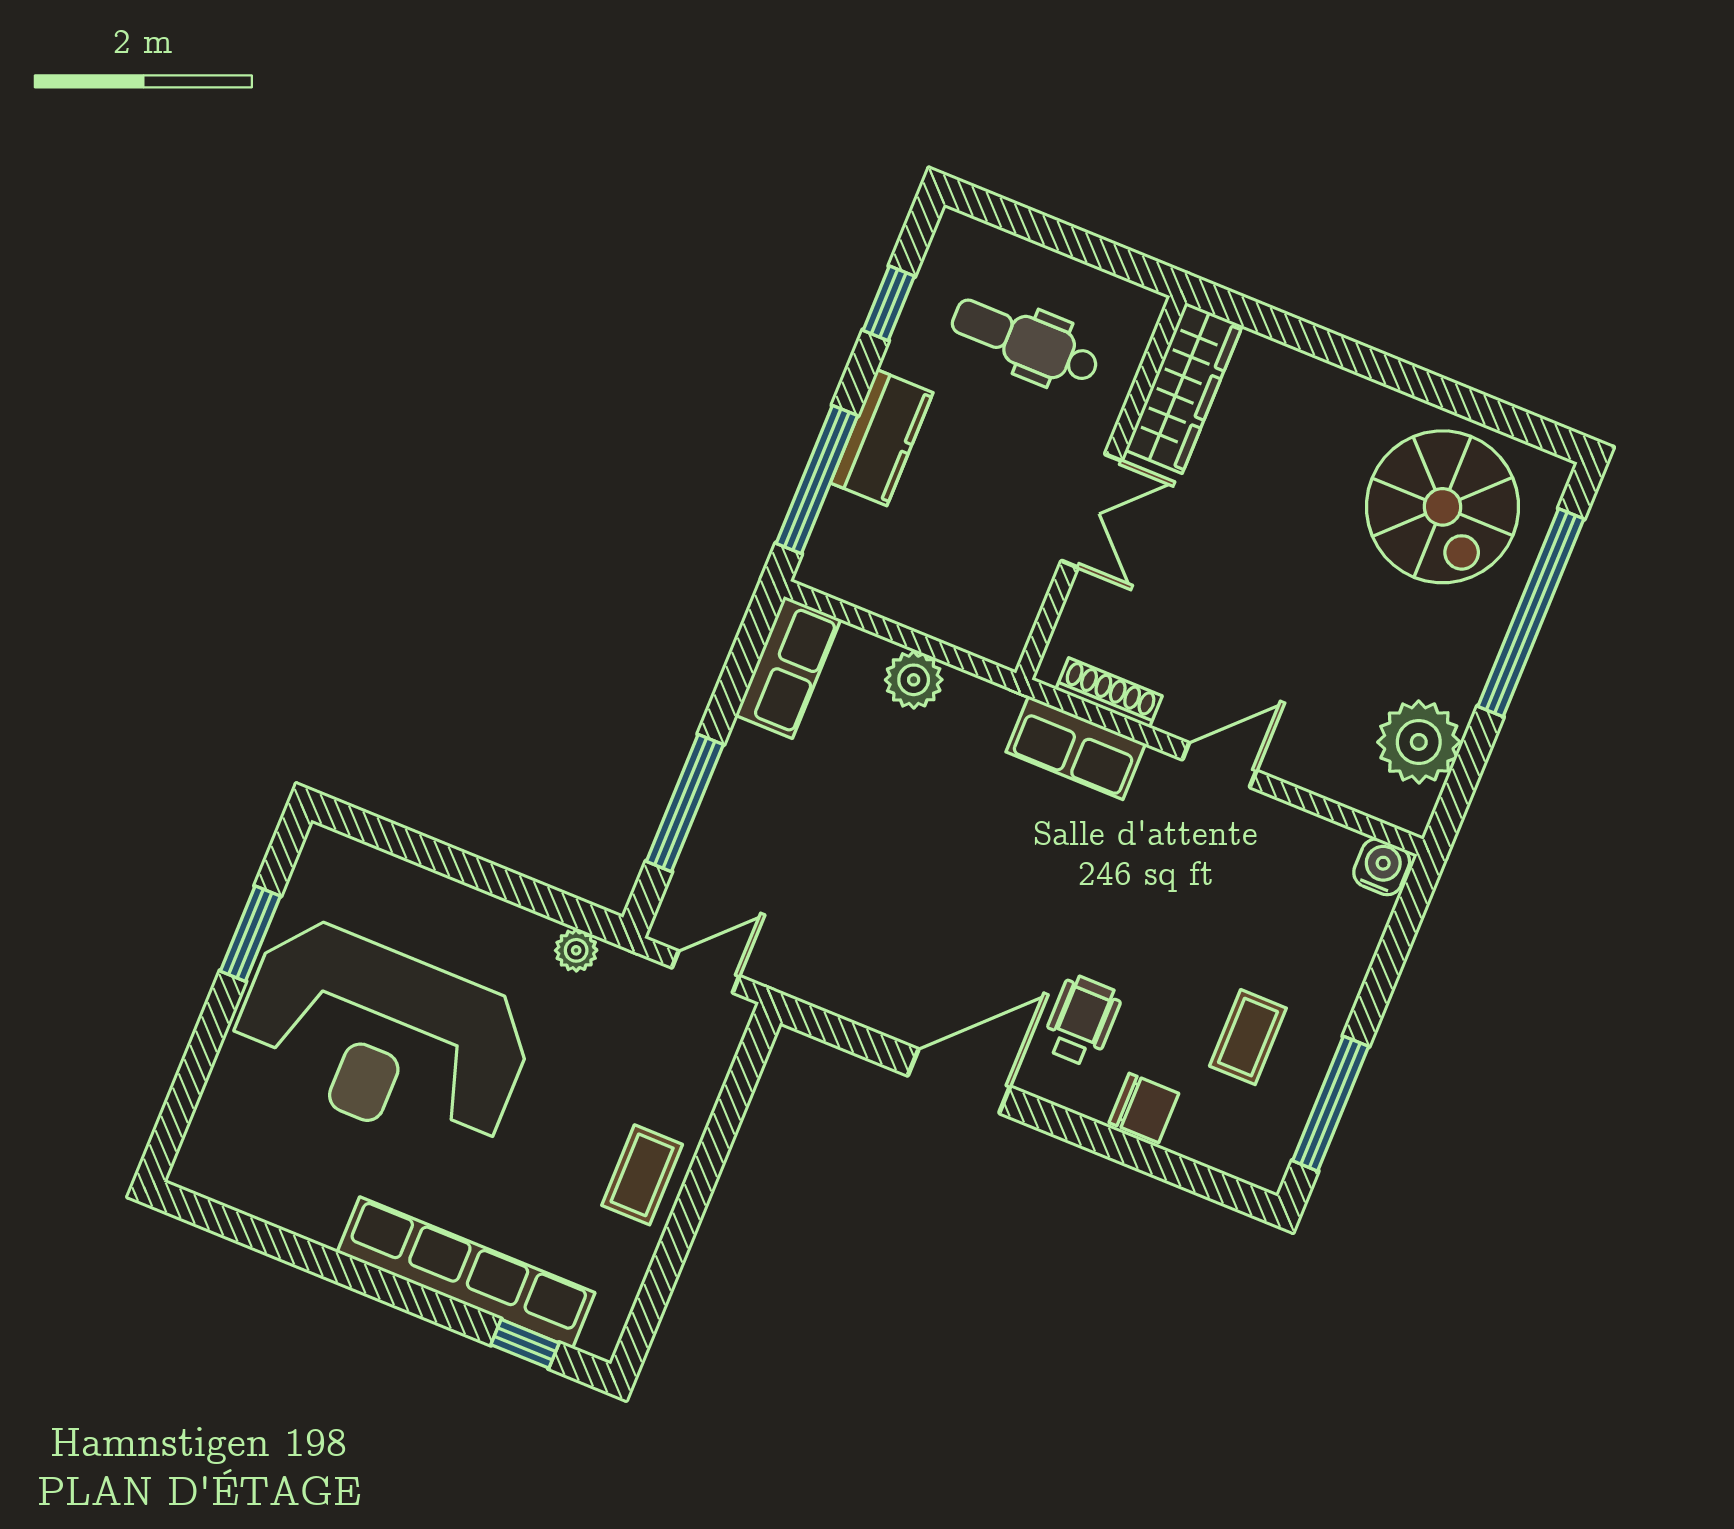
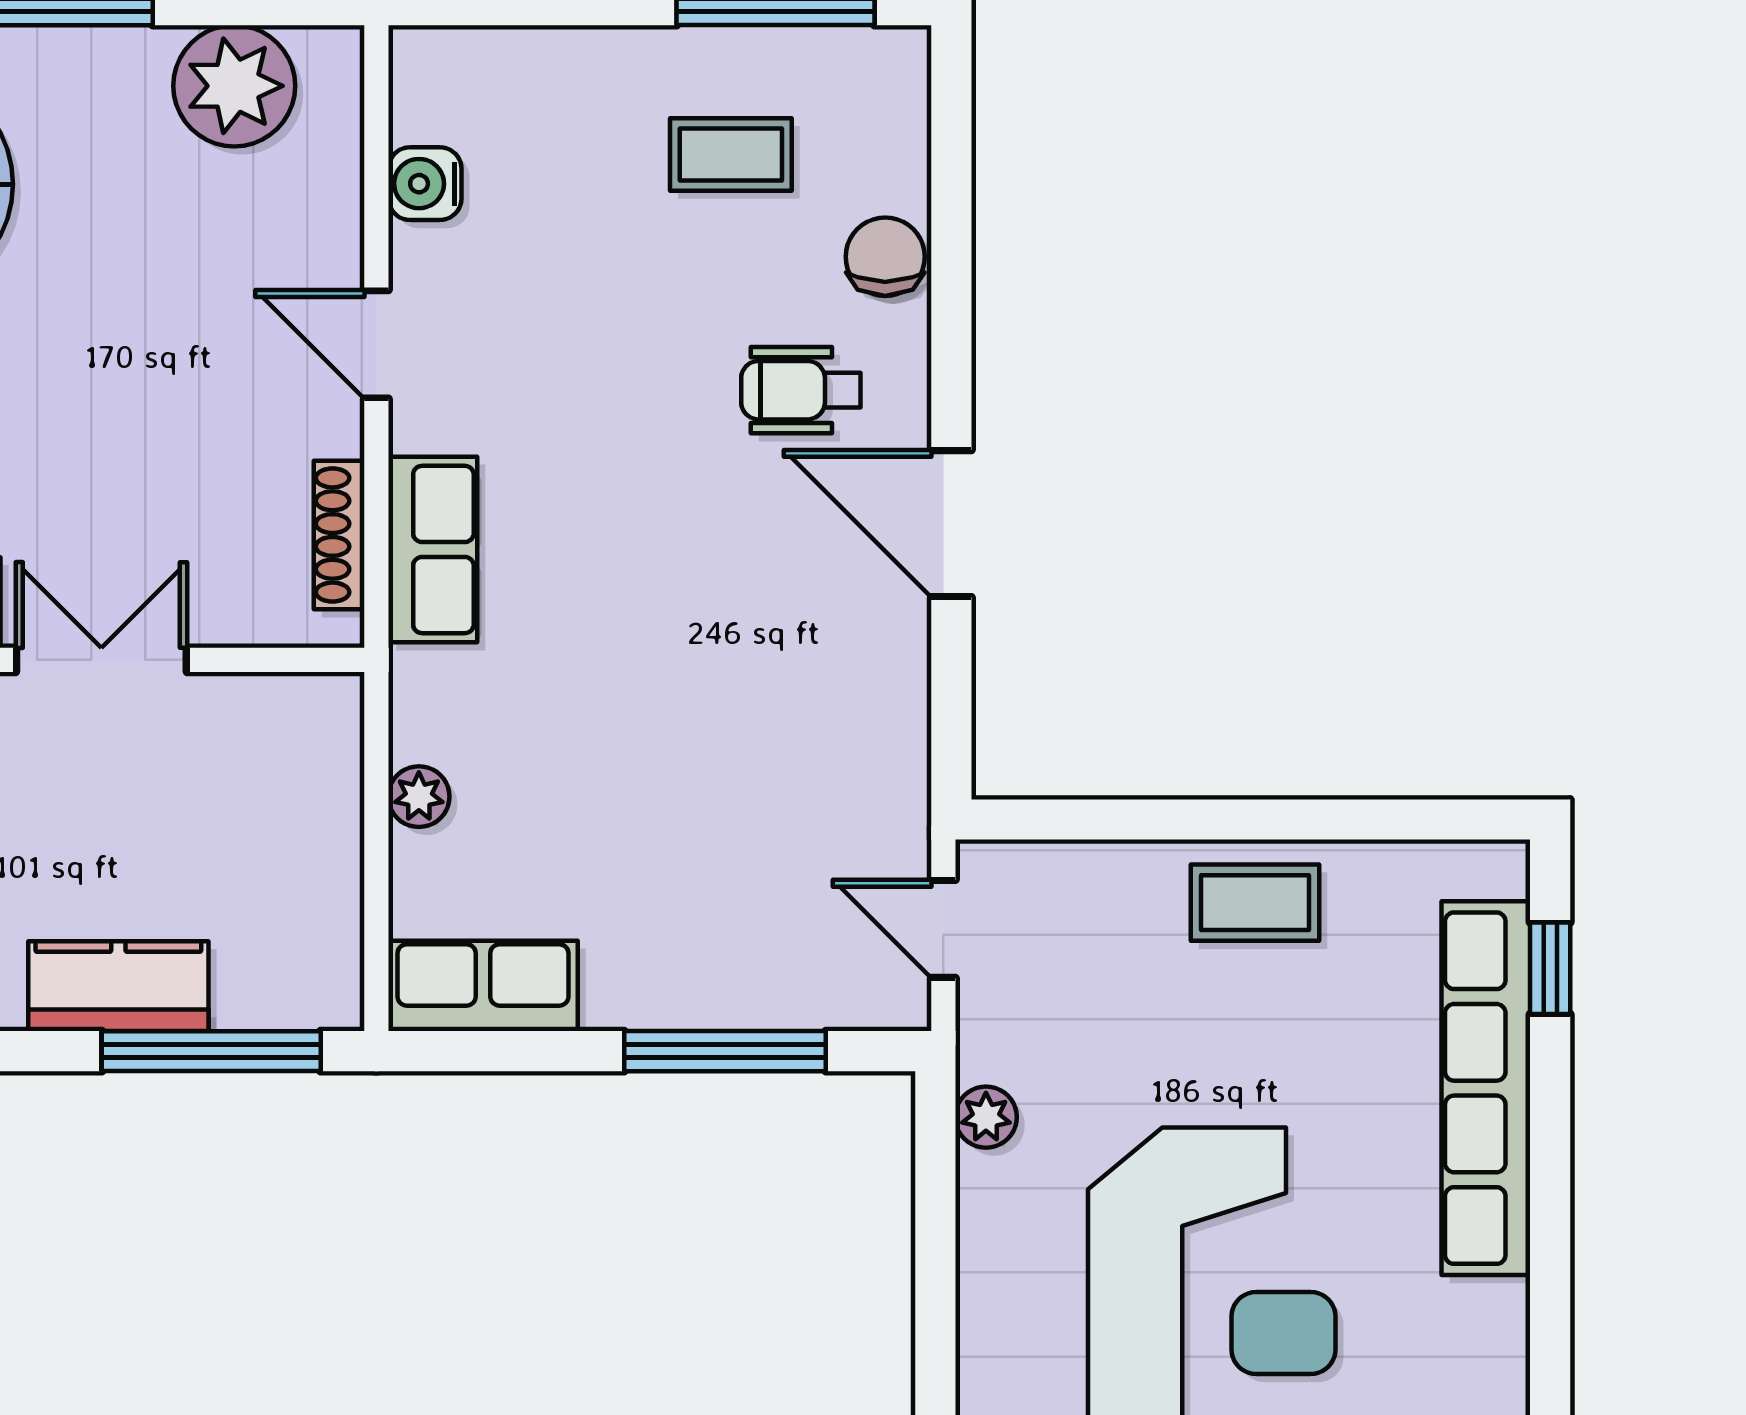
plant: (914, 680) -> (419, 797), width x0.73, depth x0.73
water cooler: (1382, 867) -> (425, 184), moved

